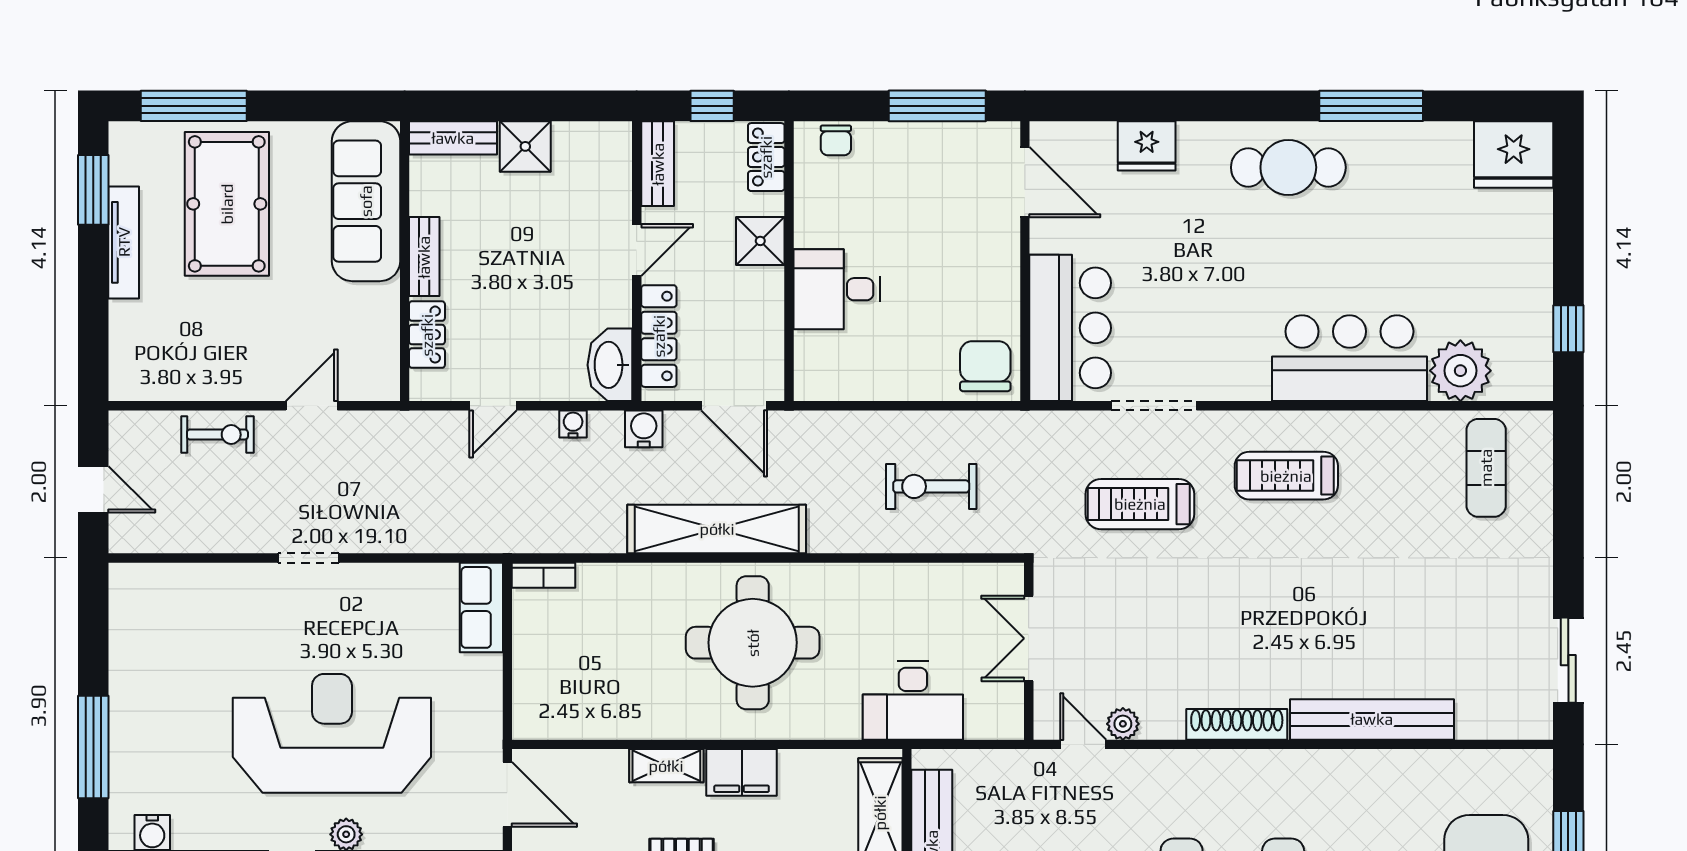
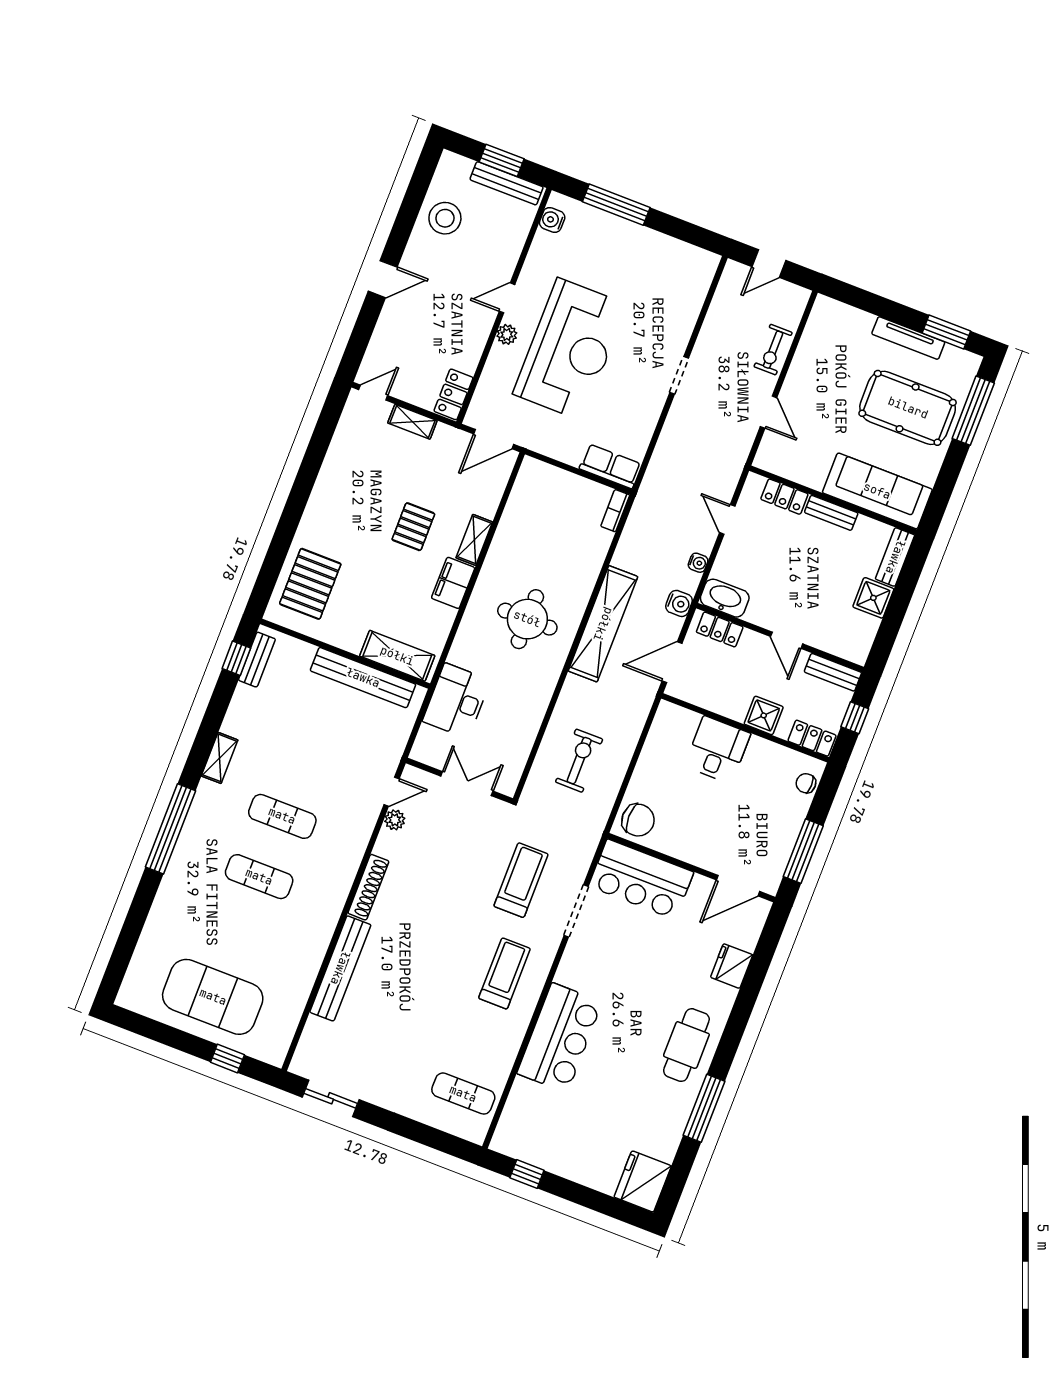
locker: (659, 336) -> (720, 629), width x0.66
plant: (1460, 371) -> (527, 1101), removed
round table: (753, 643) -> (527, 619), width x0.73, depth x0.73

